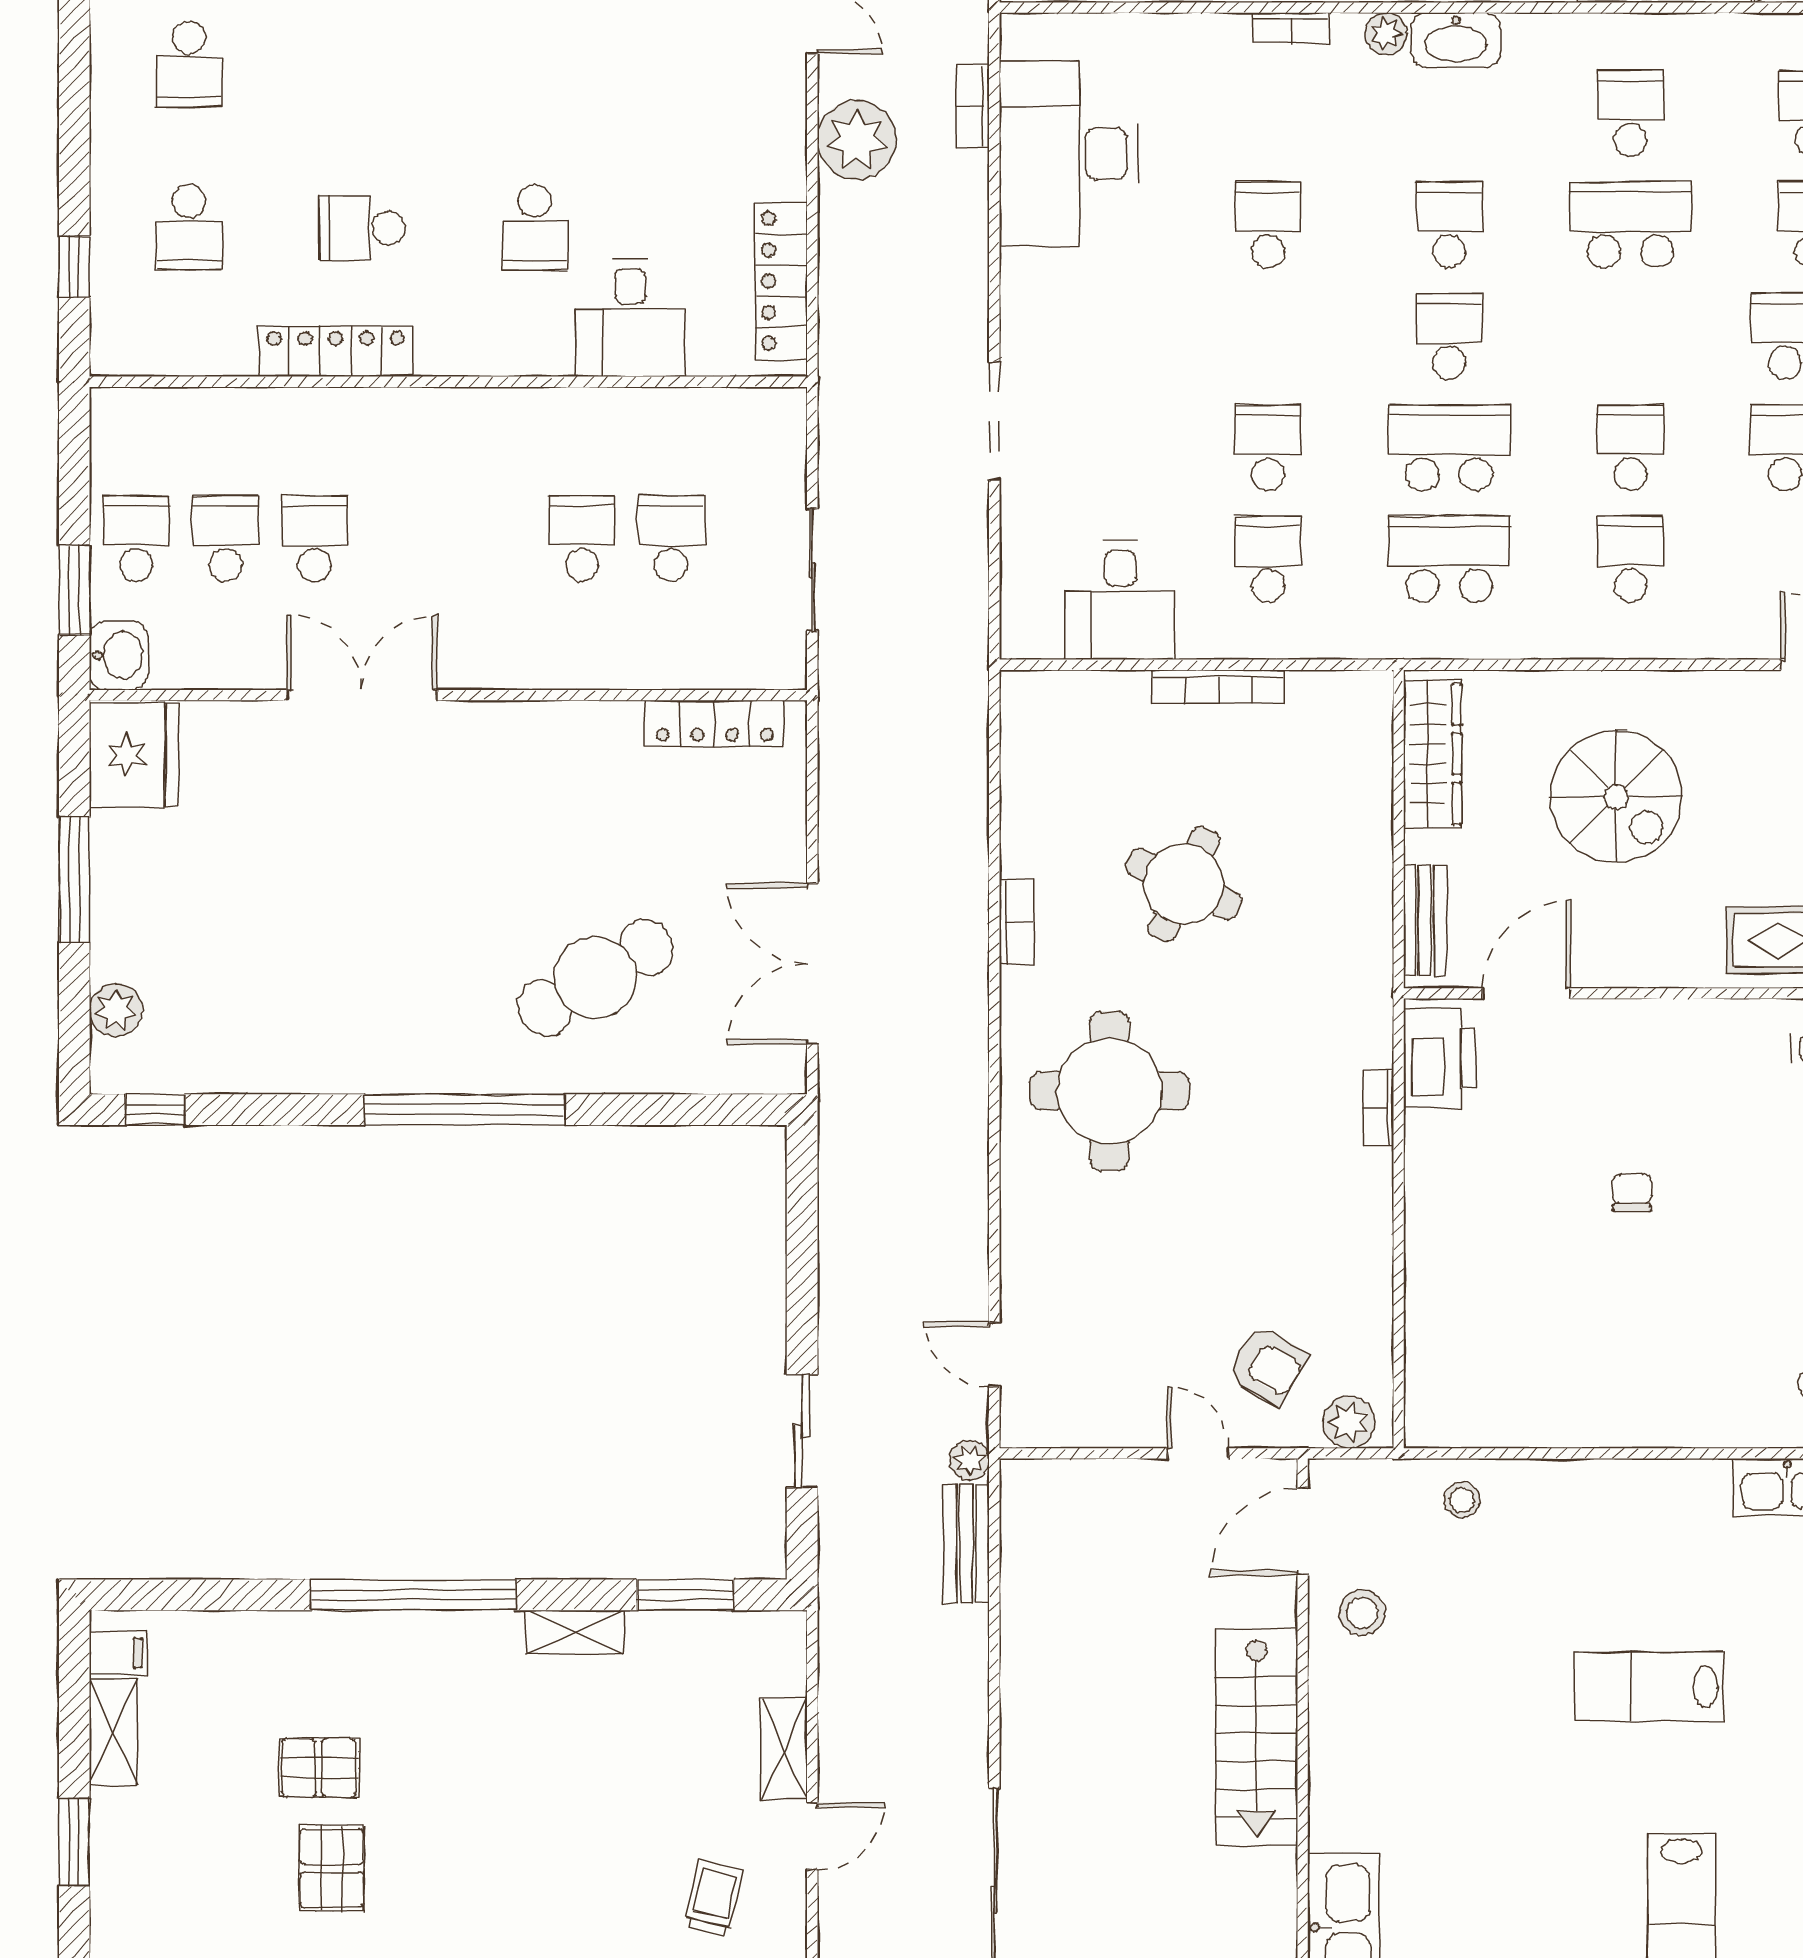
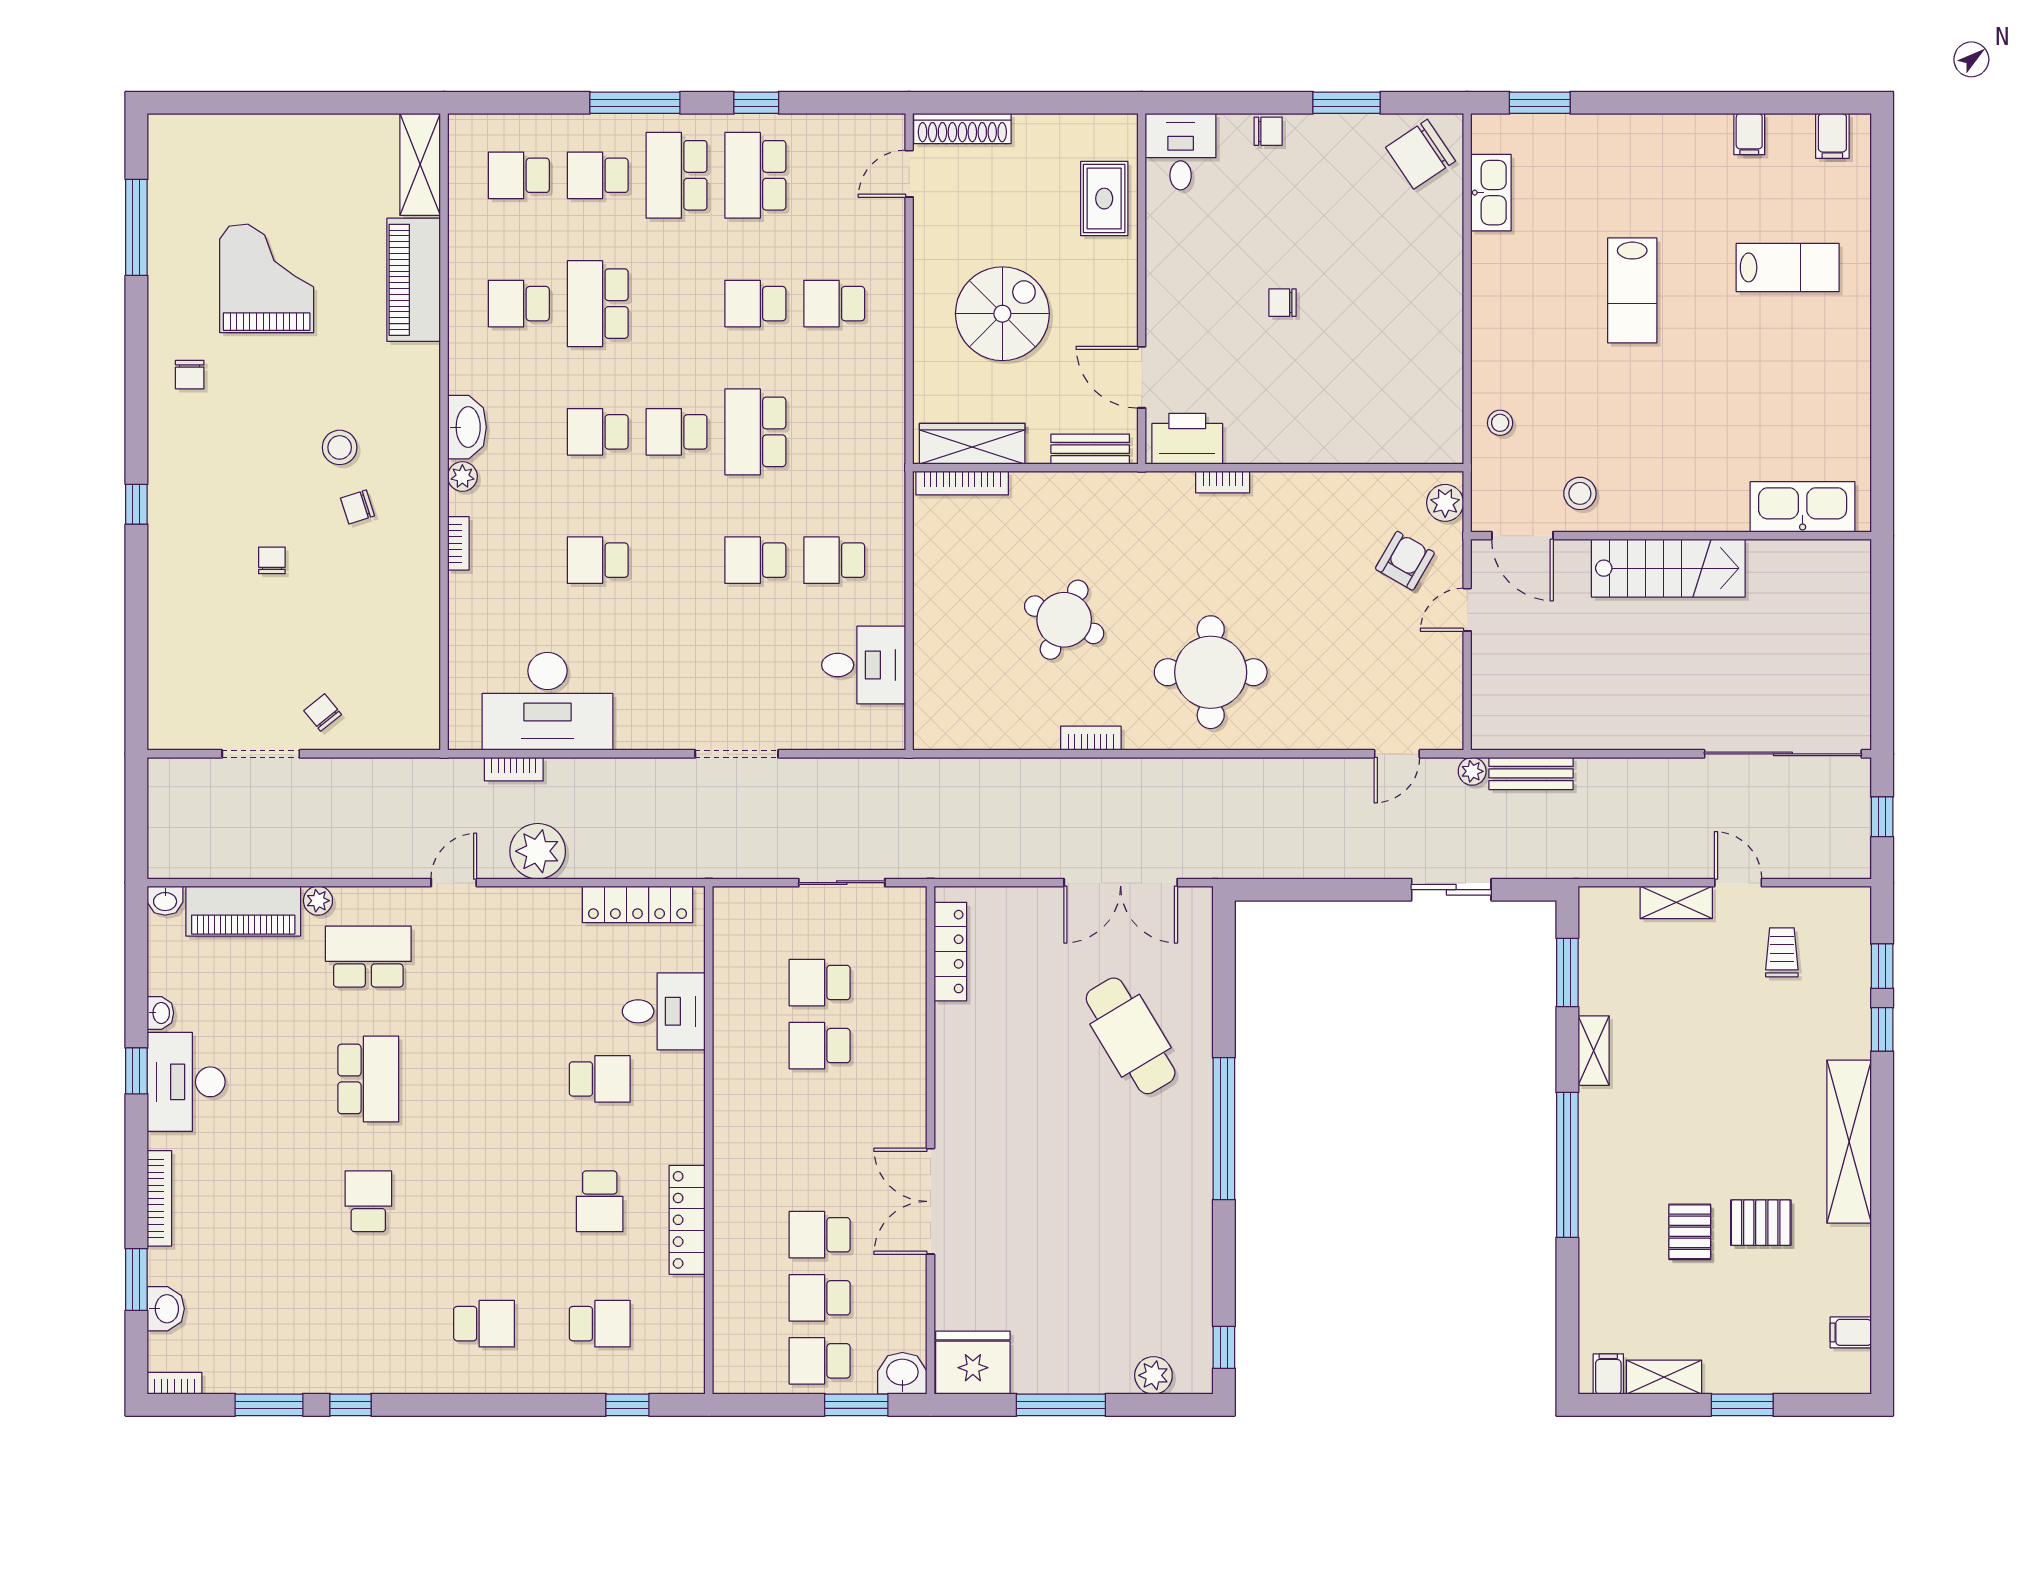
school desk: (1449, 559) -> (834, 432), removed
bookcase: (1218, 687) -> (962, 483), moved, turned 90
trolley: (714, 1898) -> (1782, 952), turned 77

